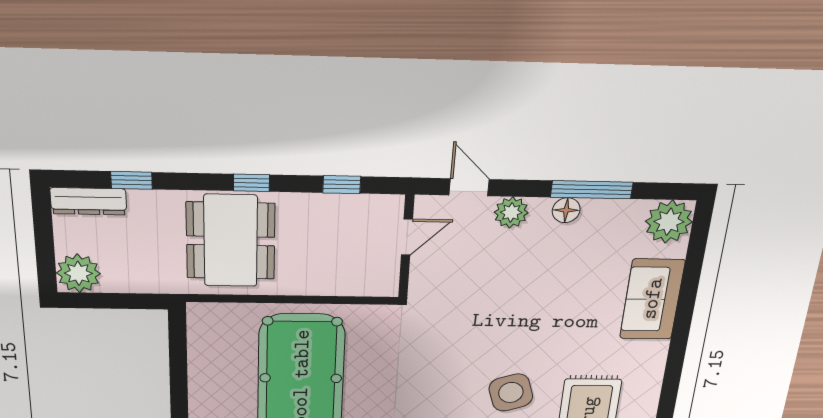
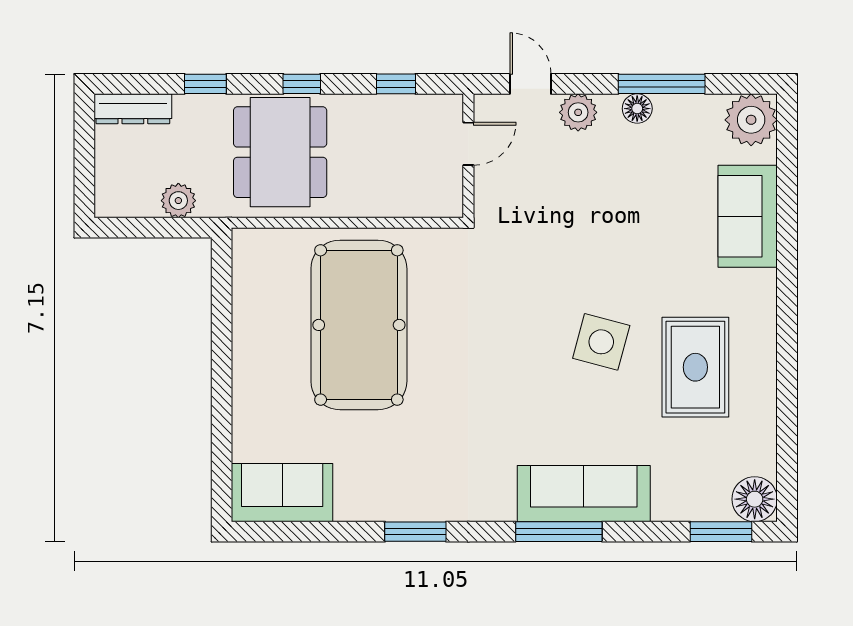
window: (131, 180) -> (205, 84), moved
plant: (78, 273) -> (178, 201), moved, width x0.73, depth x0.73
side table: (511, 392) -> (601, 342), turned 33

